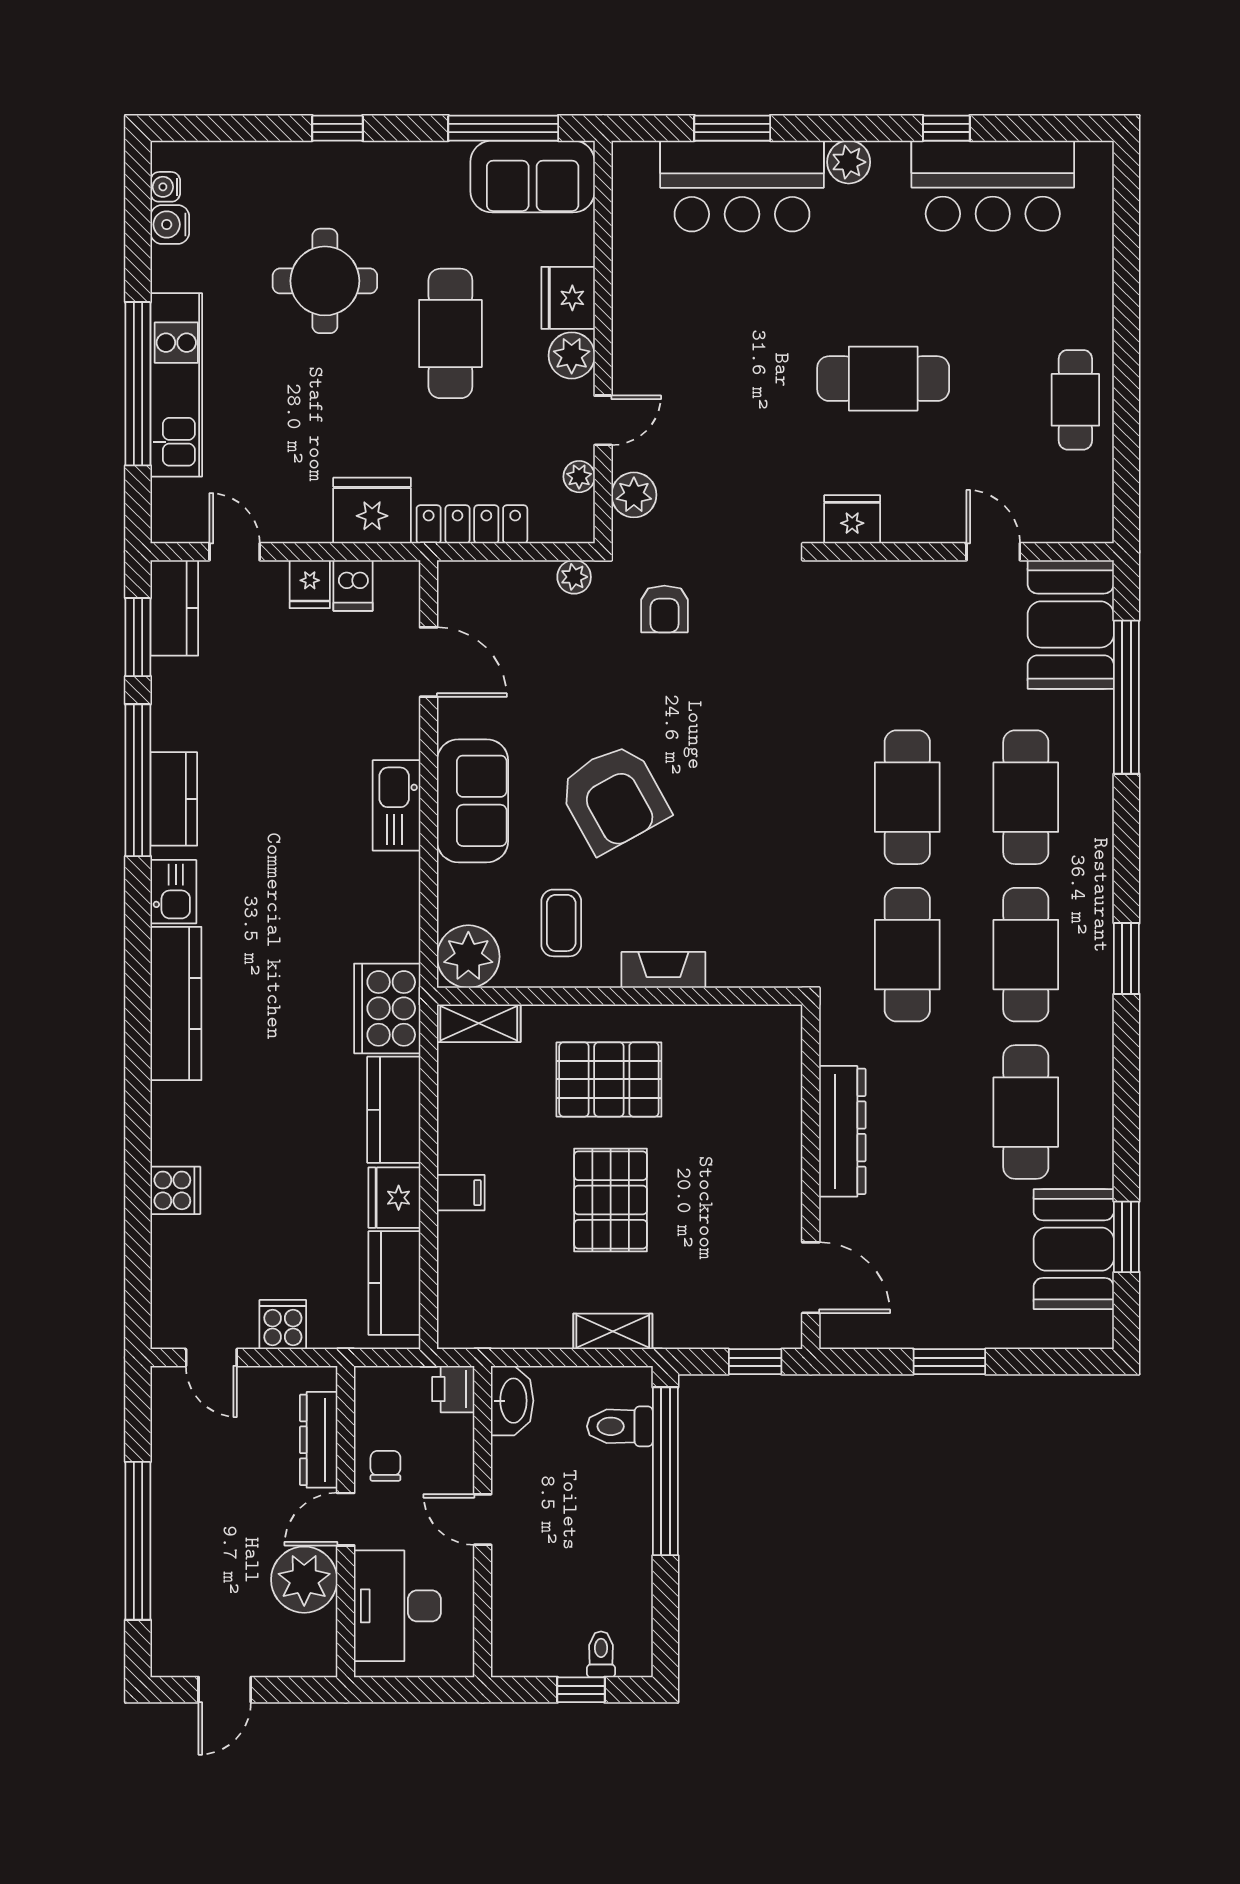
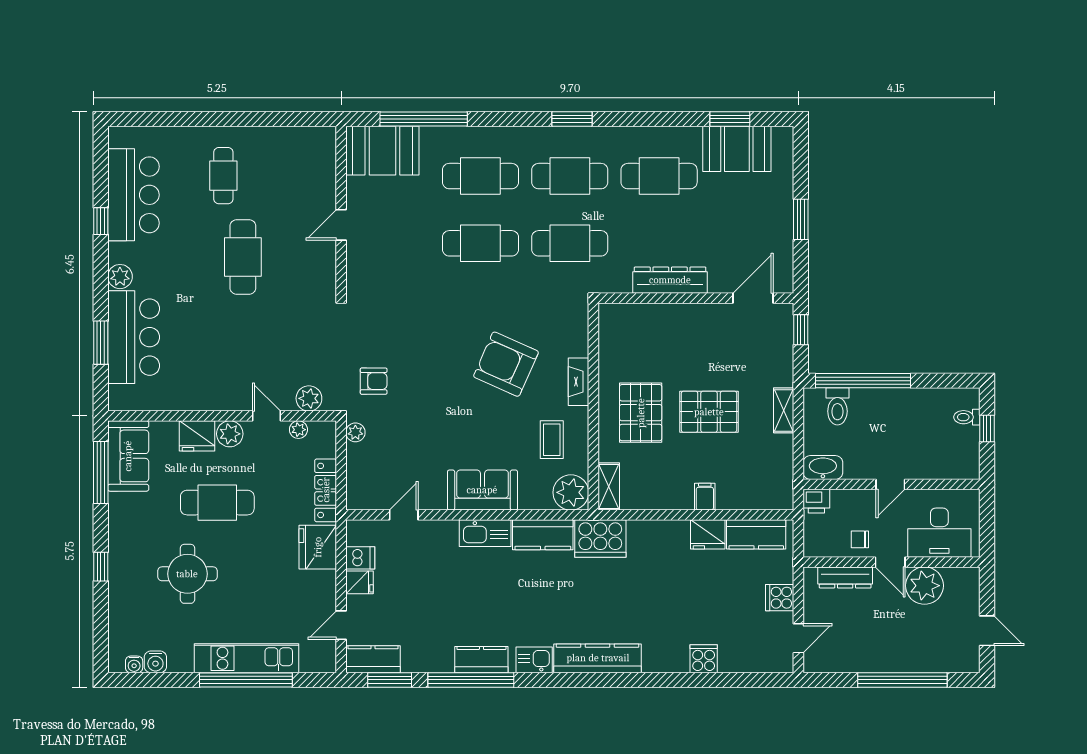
cafe table: (1075, 400) -> (223, 176), moved, turned 90
fridge: (852, 519) -> (323, 275), removed
door: (993, 552) -> (341, 225), moved
door: (429, 662) -> (404, 515), width x0.73
armchair: (614, 798) -> (506, 364), moved, turned -127
coffee table: (561, 923) -> (552, 440), turned 90
kitchen counter: (394, 1110) -> (543, 535), moved

